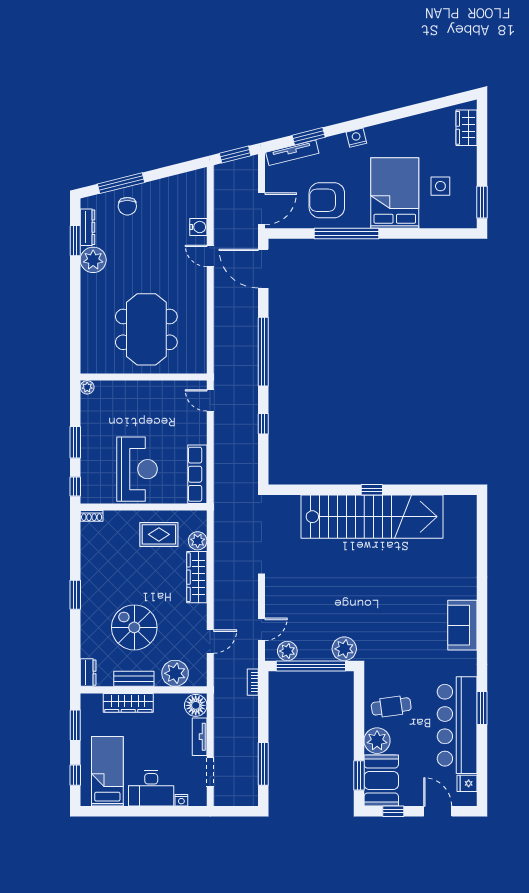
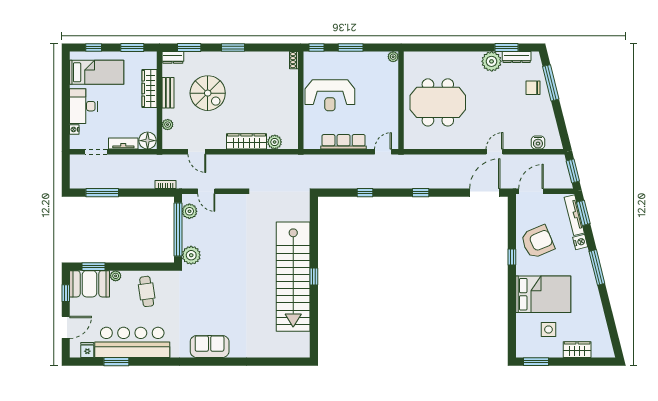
window: (360, 123) -> (597, 267), added
wardrobe: (466, 128) -> (577, 350), moved
window: (309, 136) -> (583, 213), moved
nightstand: (356, 138) -> (580, 242), moved
armchair: (327, 200) -> (538, 242), turned 67
door: (262, 209) -> (531, 191), swing flipped
water cooler: (198, 227) -> (538, 143), moved
window: (347, 233) -> (512, 257), width x0.32
window: (263, 352) -> (421, 193), width x0.32
row of seats: (197, 474) -> (344, 142), moved
rug: (159, 534) -> (279, 112), removed
spiral stairs: (134, 627) -> (208, 93), turned 90
window: (75, 652) -> (189, 47), added
plant: (175, 673) -> (168, 125), width x0.53, depth x0.53
window: (482, 708) -> (116, 362), moved
plant: (377, 741) -> (116, 276), width x0.53, depth x0.53

